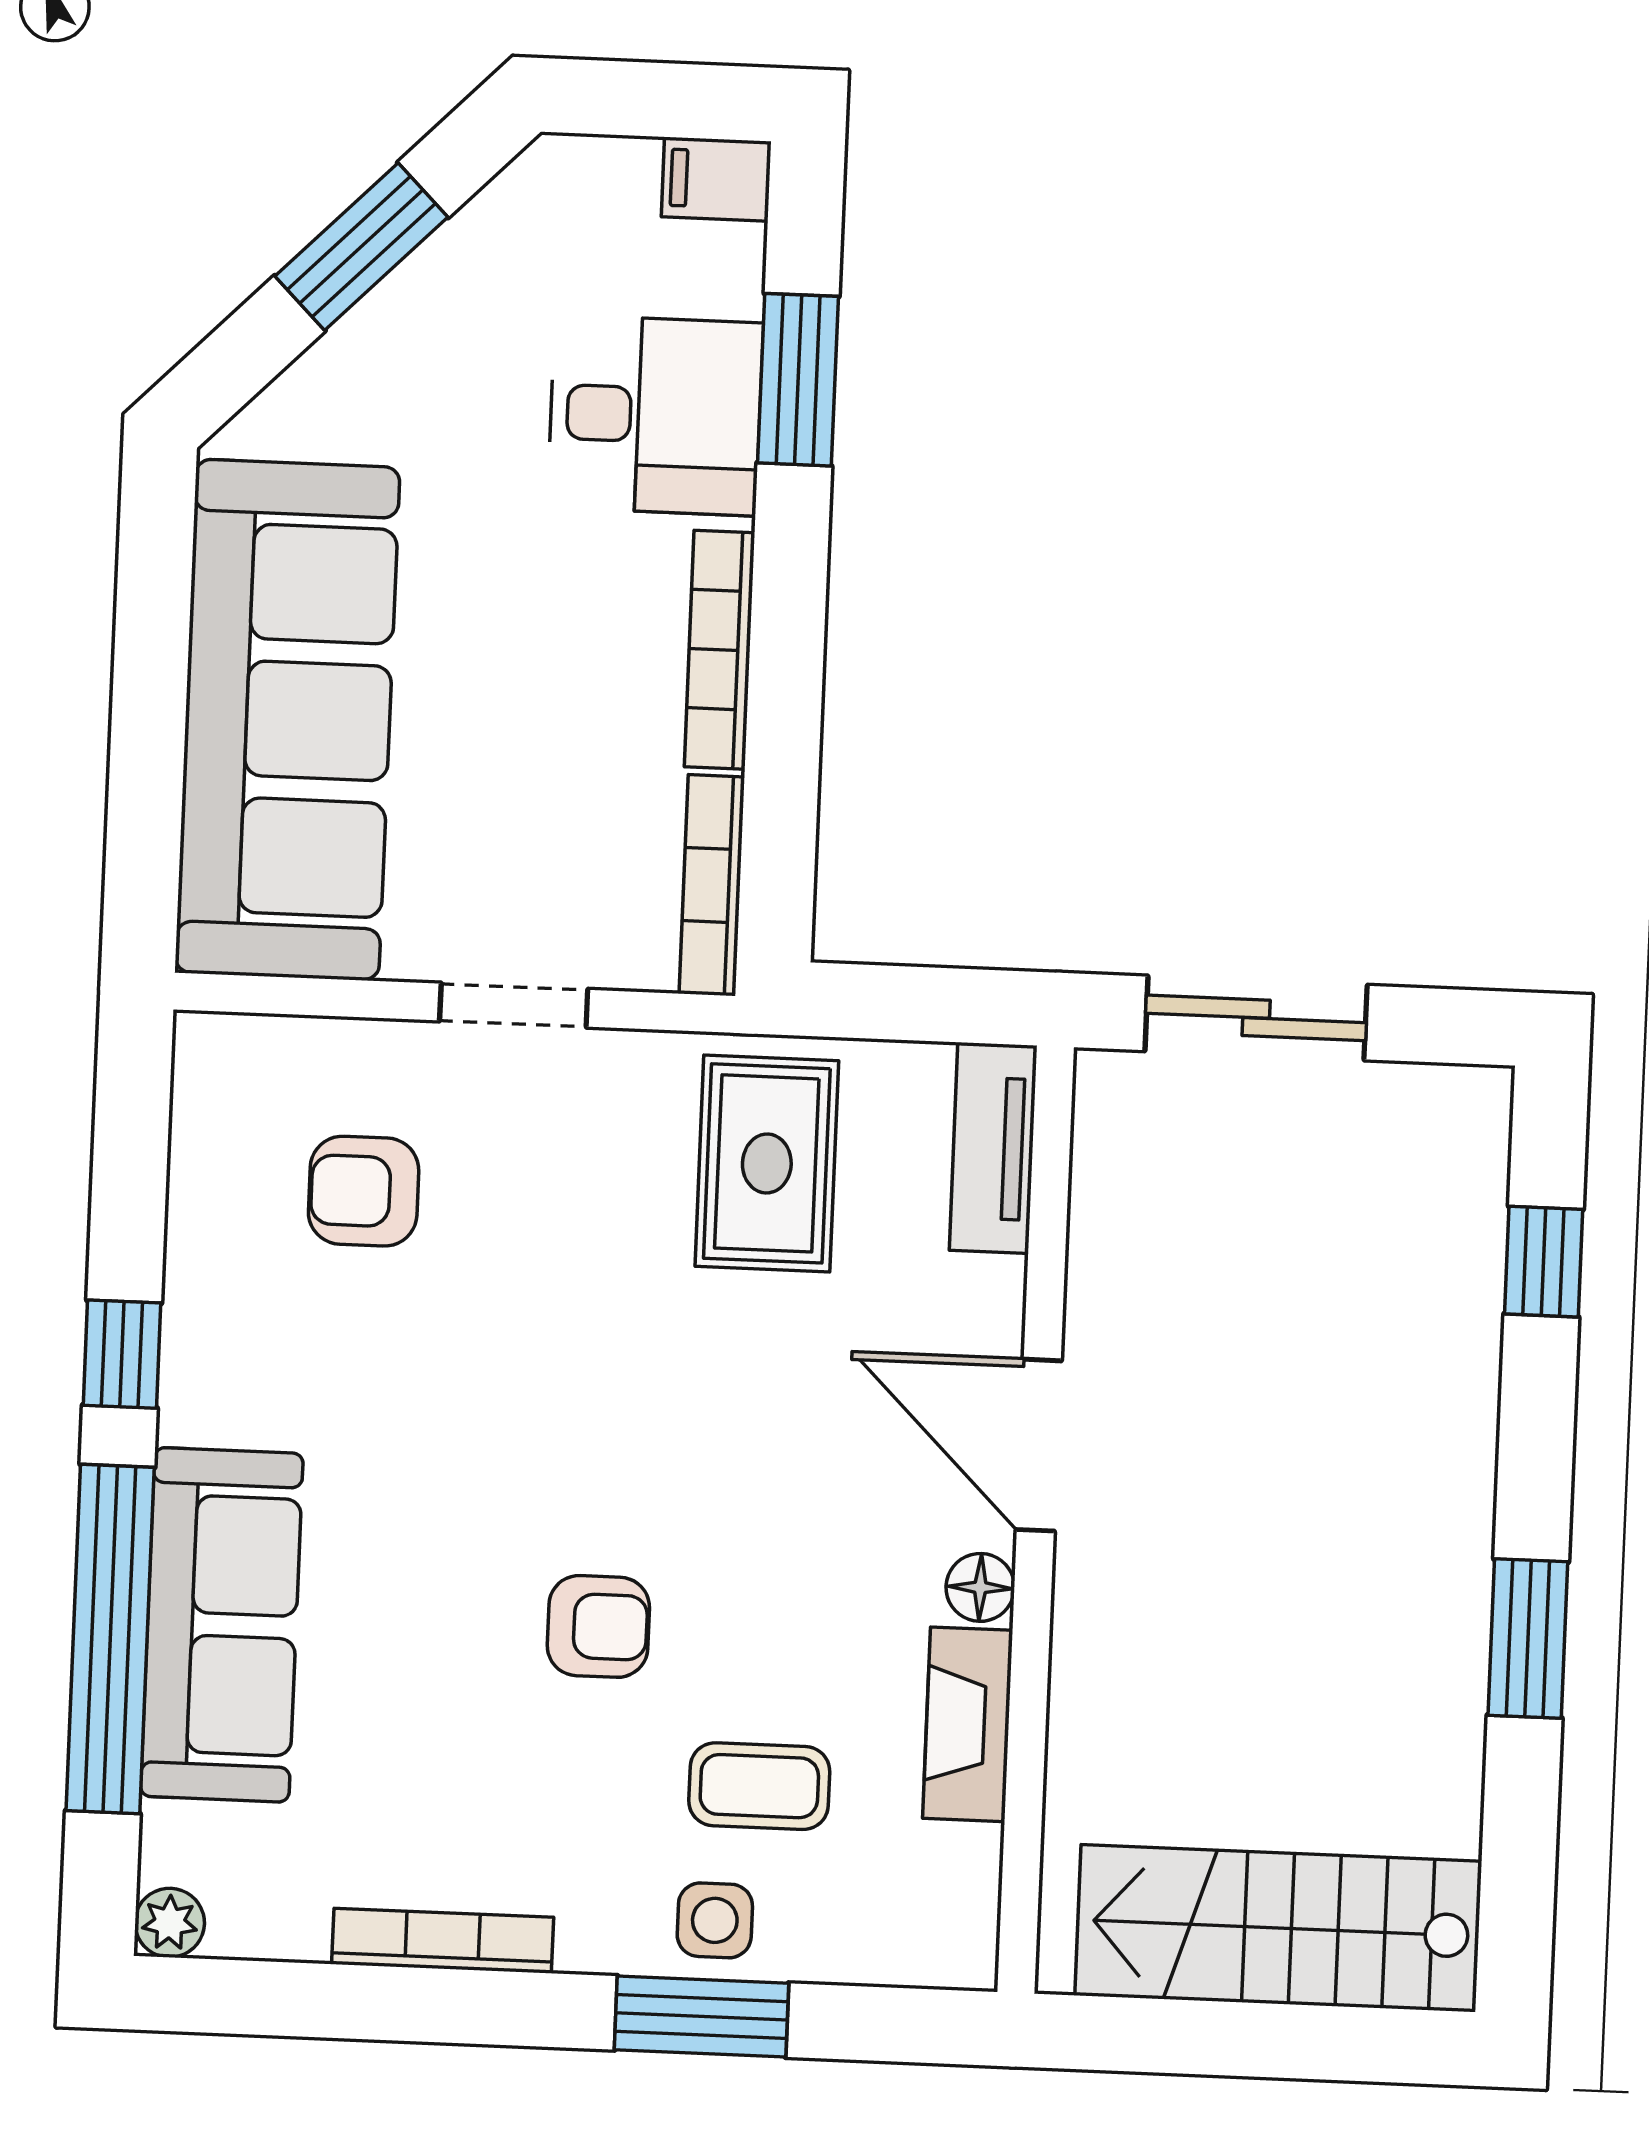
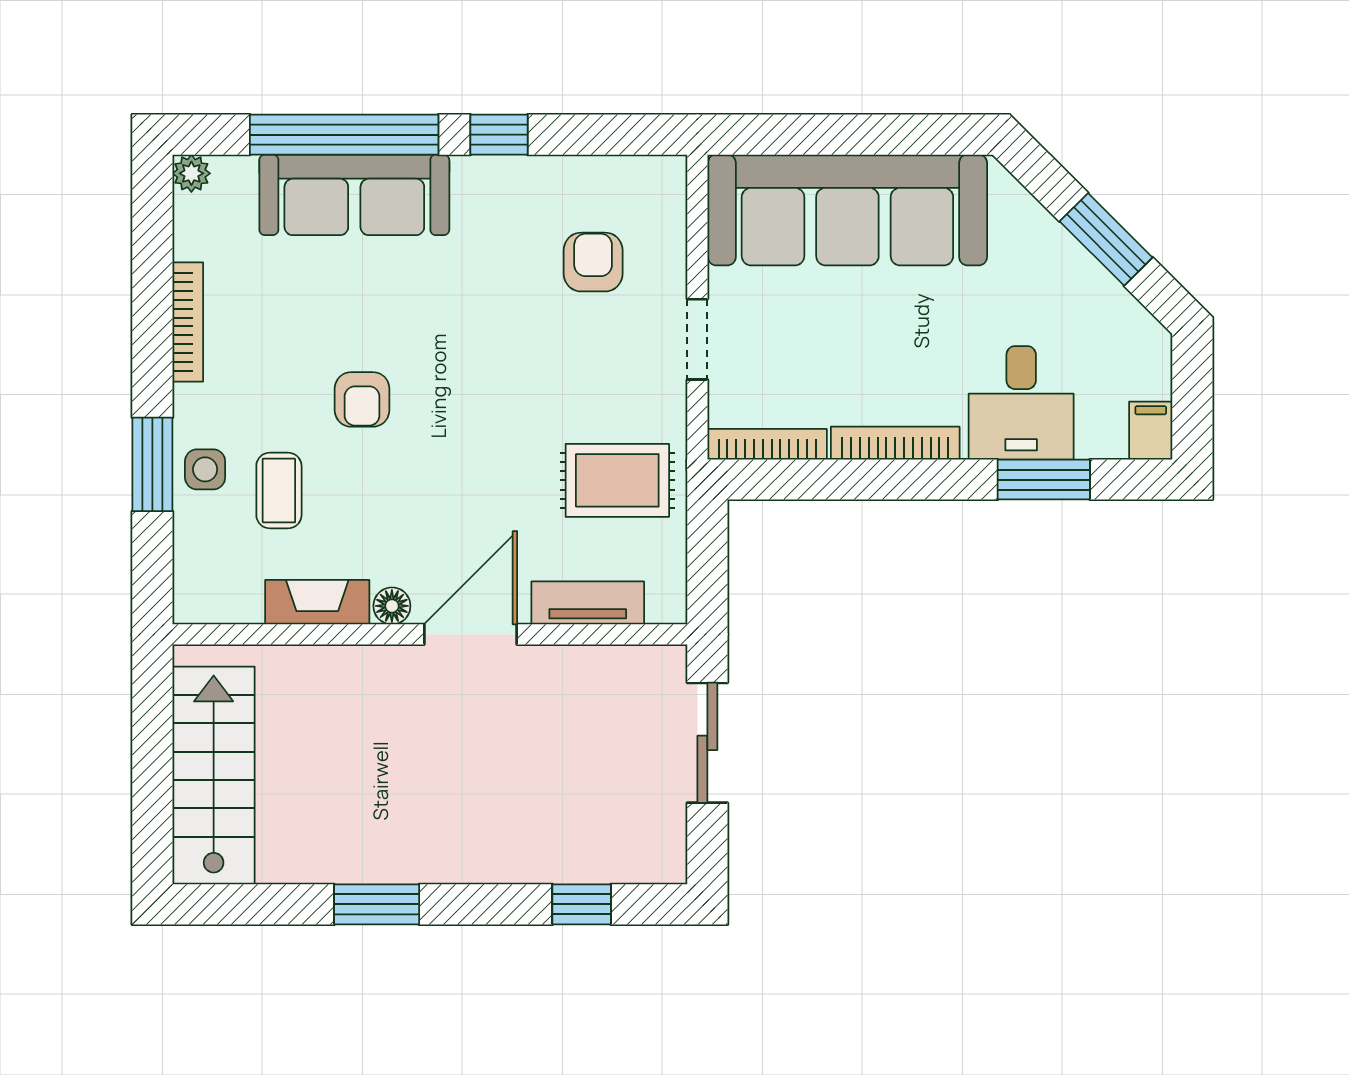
tv unit: (993, 1148) -> (588, 603), moved

